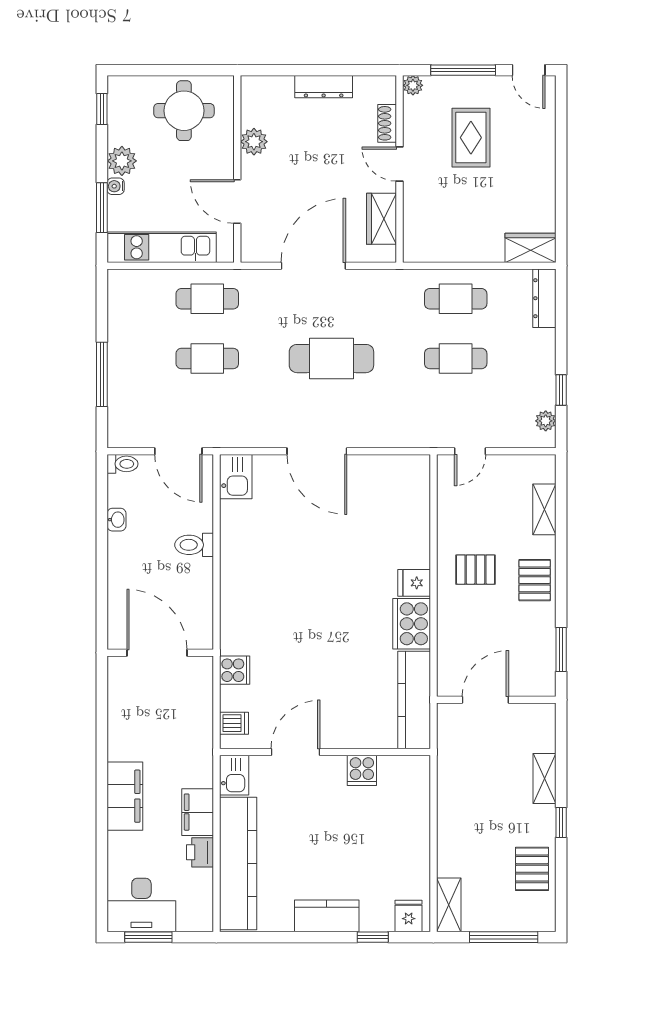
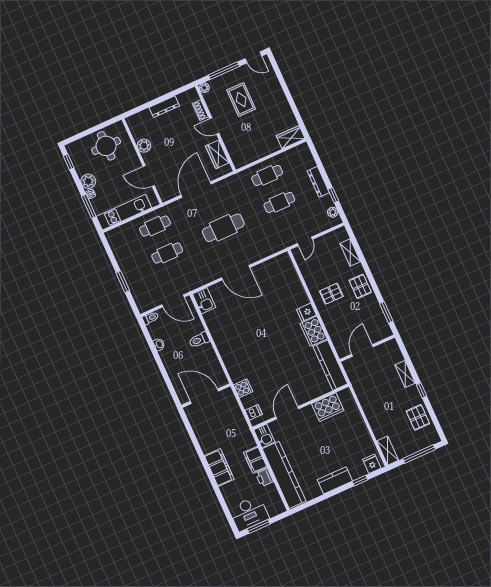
dresser: (544, 298) -> (318, 182), moved
window: (102, 374) -> (123, 282), width x0.69
cooker: (362, 770) -> (328, 407), width x1.87, depth x1.31

